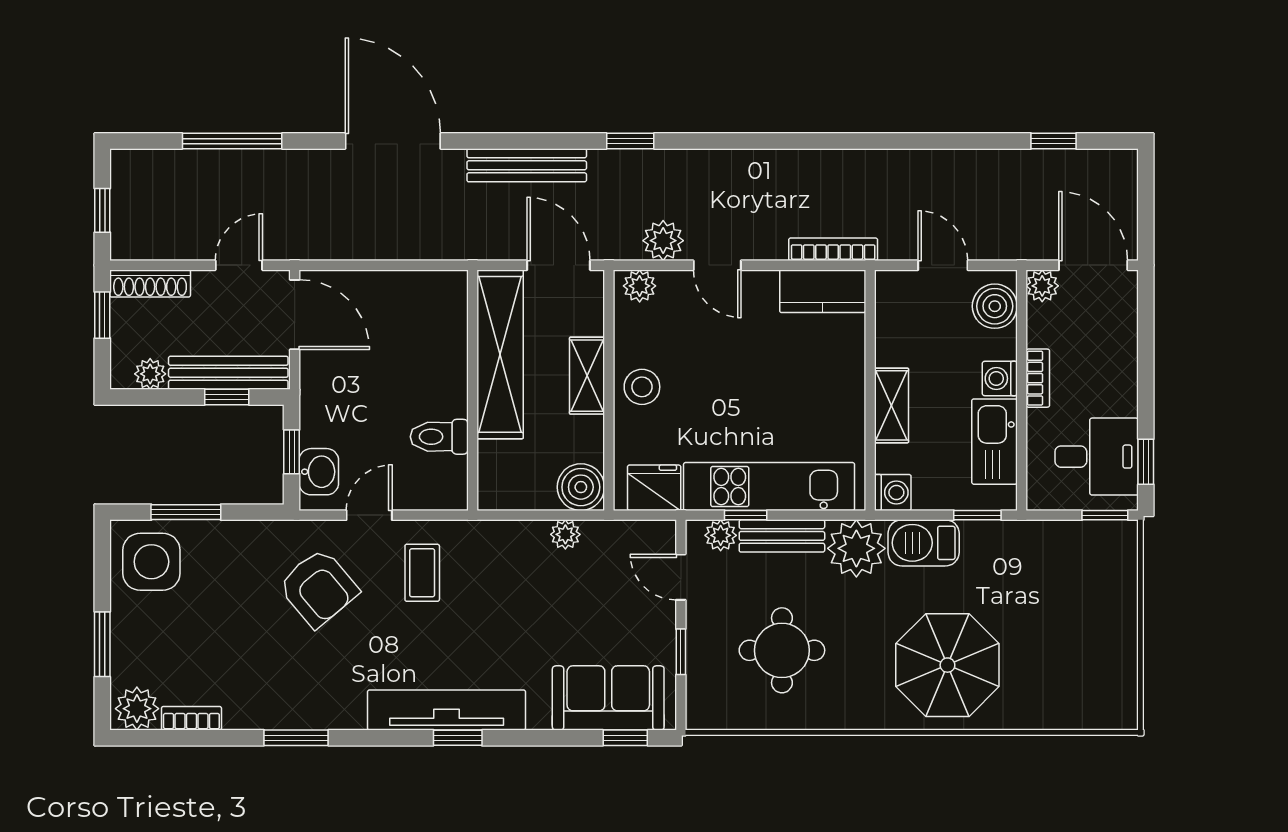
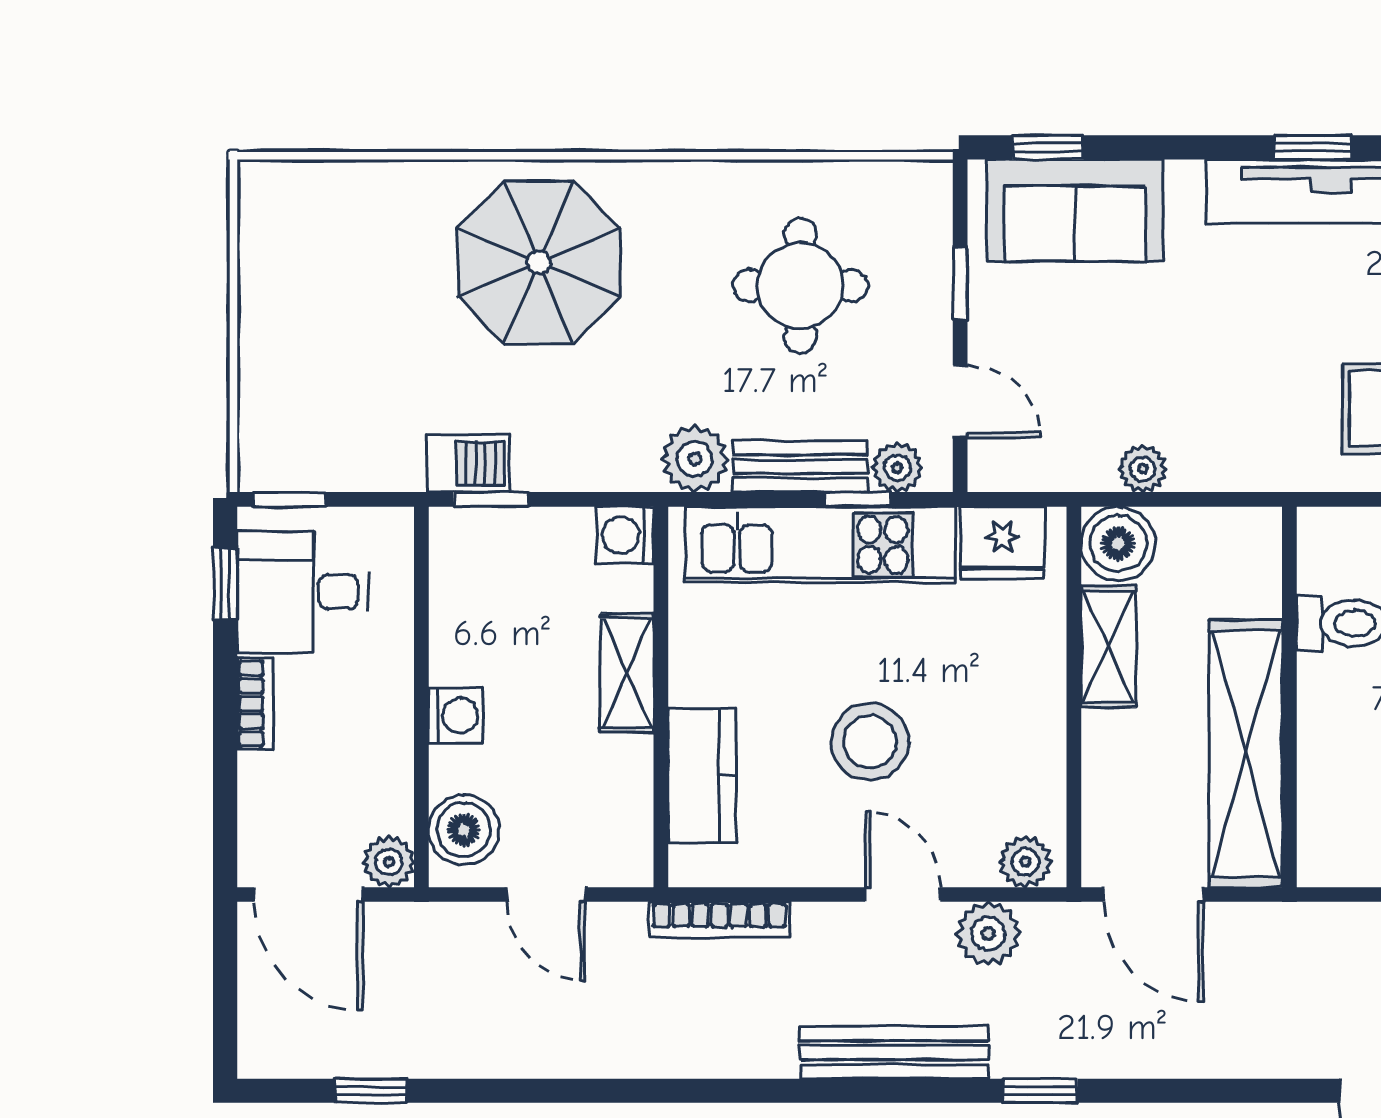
bench: (527, 165) -> (894, 1052), moved
kitchen counter: (823, 291) -> (702, 775), moved, turned 90
shelving: (587, 376) -> (1109, 647), moved
bookcase: (1038, 378) -> (255, 704), moved, turned 180
stool: (642, 387) -> (870, 742), moved, width x1.38, depth x1.38
kitchen sink: (994, 442) -> (464, 616), removed
barbecue: (924, 543) -> (468, 463), moved, width x0.73, depth x0.79
plant: (856, 548) -> (695, 459), width x0.73, depth x0.73

